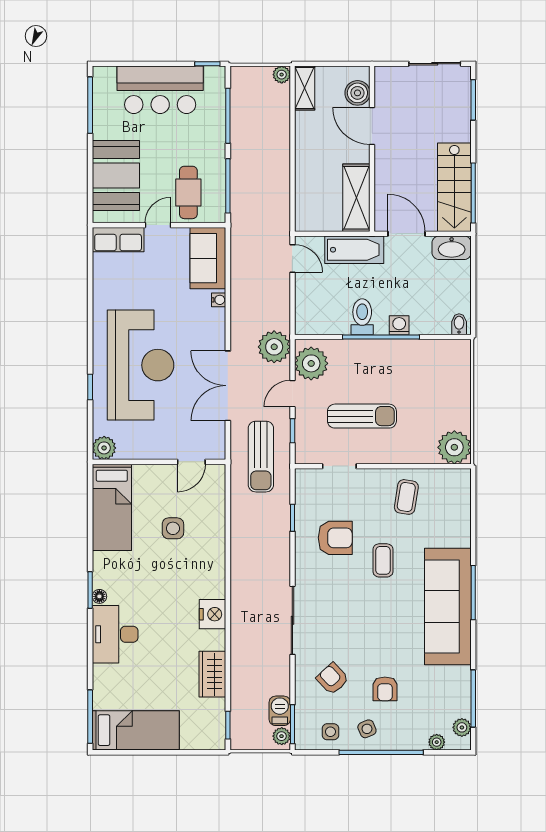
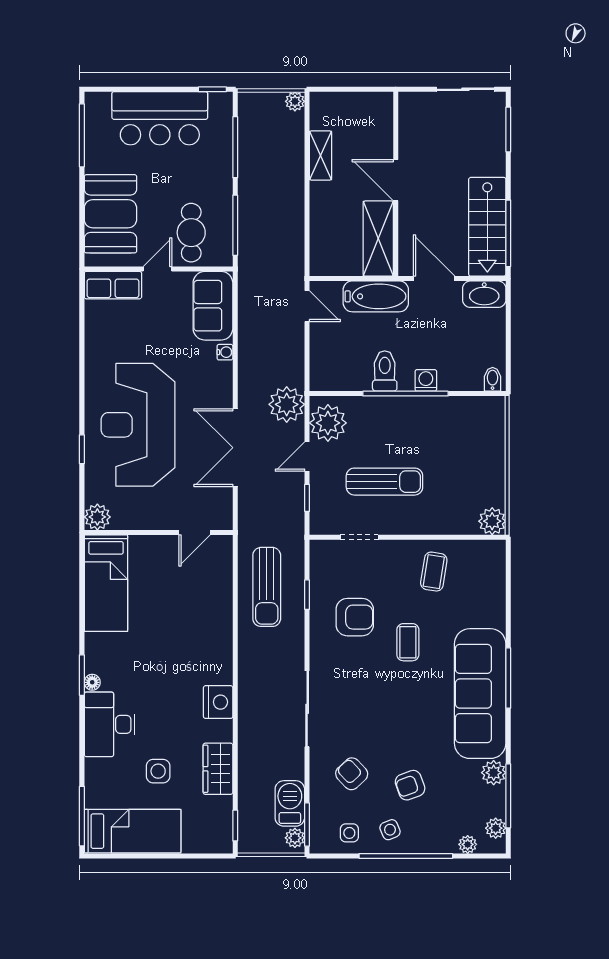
shelving: (305, 88) -> (321, 156), moved
boiler: (357, 93) -> (379, 122), removed
door: (372, 126) -> (396, 180), moved
reception desk: (141, 365) -> (138, 425), turned 180
plant: (454, 447) -> (492, 521), width x0.73, depth x0.73
sun lounger: (261, 457) -> (267, 587), moved
side table: (173, 528) -> (158, 771), moved
plant: (460, 678) -> (494, 773), added
armchair: (385, 689) -> (410, 785), turned 70
barbecue: (280, 711) -> (290, 803), width x1.38, depth x1.27

